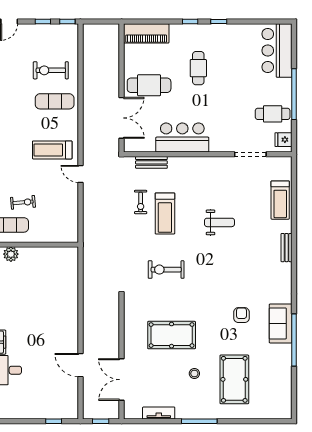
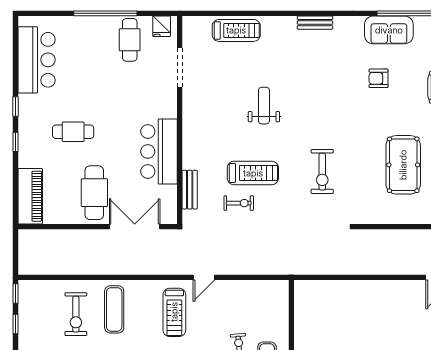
bar counter: (277, 51) -> (37, 60), moved, turned -90
bench: (287, 248) -> (315, 23), moved

